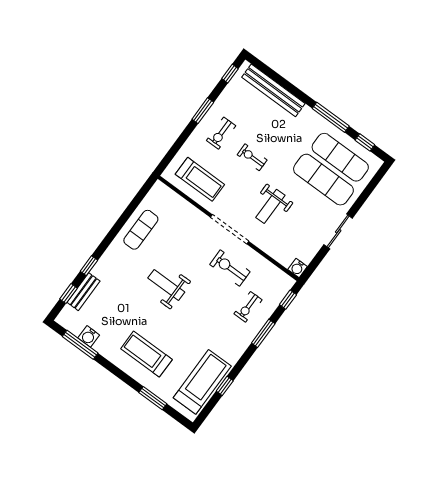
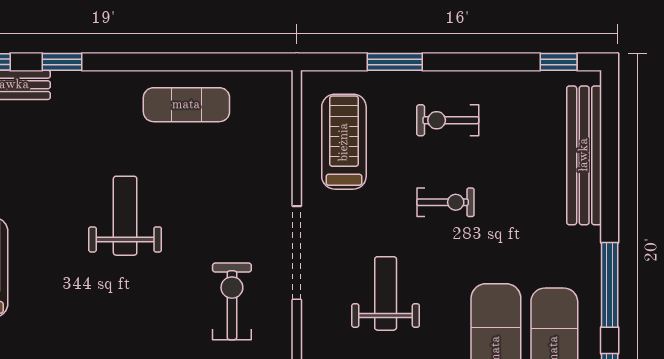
window: (203, 111) -> (395, 62), moved
exercise bike: (252, 157) -> (445, 202), turned 90
treadmill: (200, 179) -> (344, 142), turned 180
weight bench: (270, 206) -> (386, 293), turned 90

